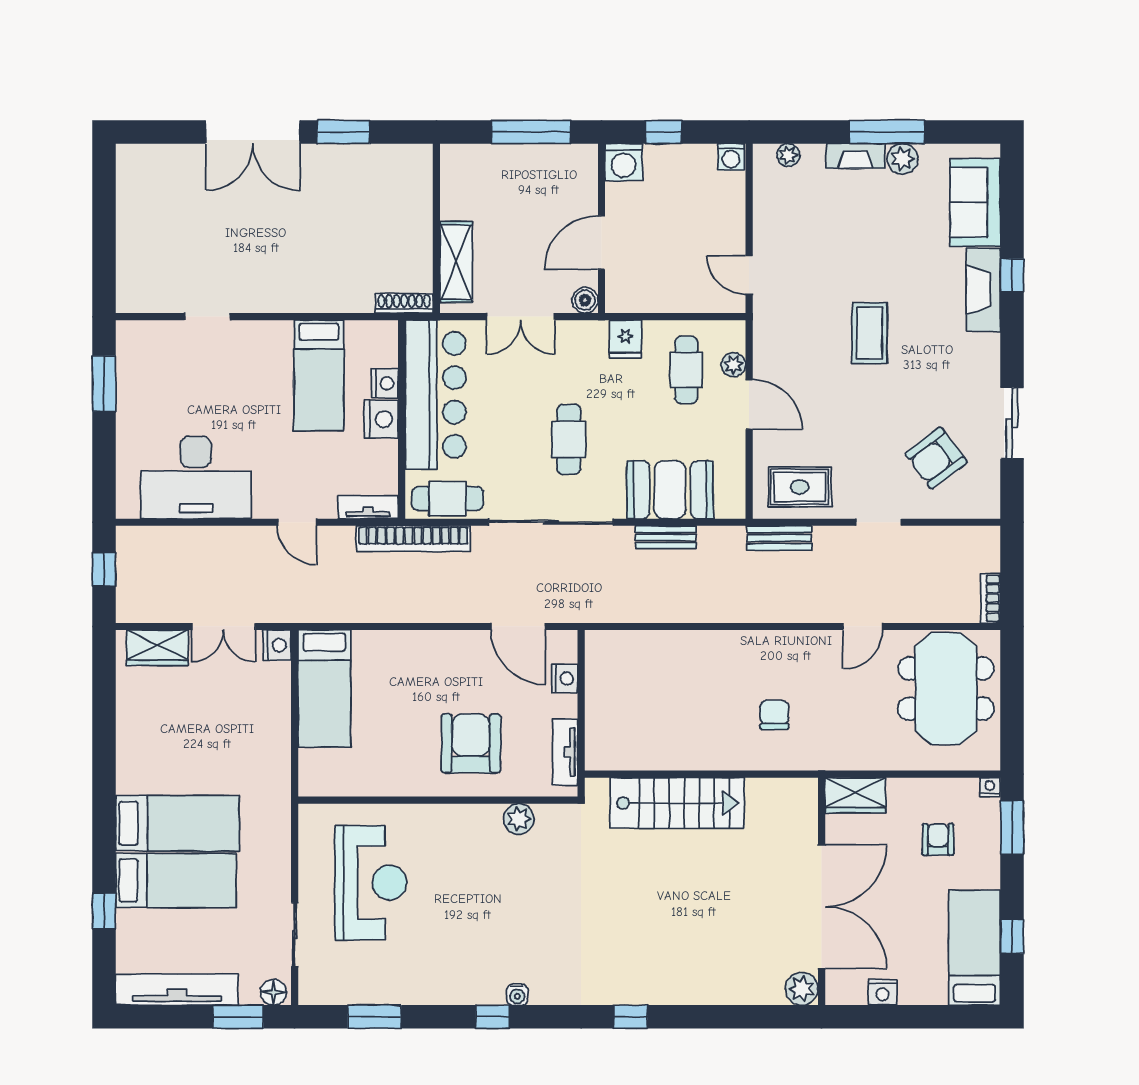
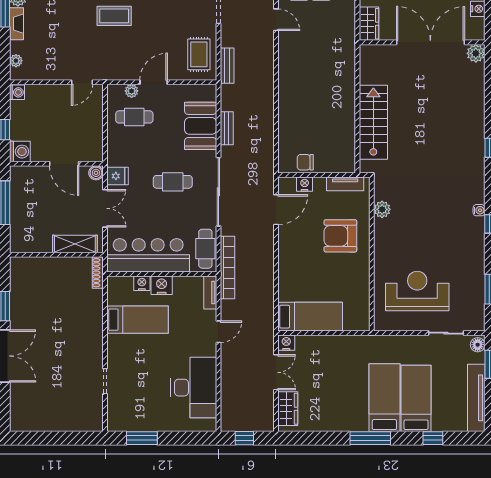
fridge: (625, 339) -> (118, 176), moved
chair: (774, 715) -> (305, 162), moved
window: (104, 797) -> (370, 438), added

